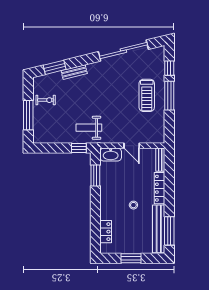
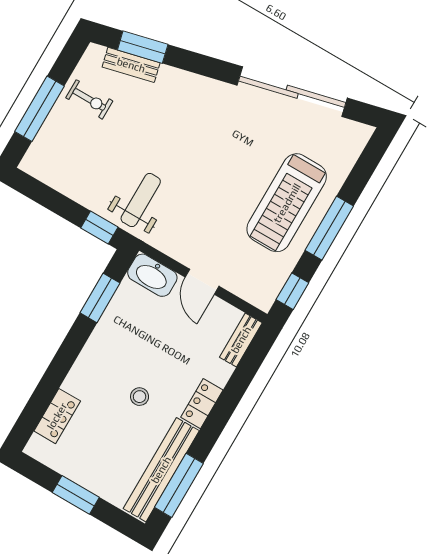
window: (169, 68) -> (292, 291), moved
bench: (74, 72) -> (131, 65), moved
treadmill: (147, 95) -> (287, 203), width x1.37, depth x1.38
weight bench: (89, 128) -> (141, 200), turned 90
locker: (160, 188) -> (202, 404), width x0.66

